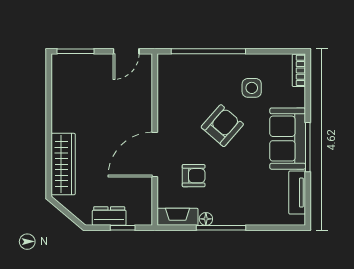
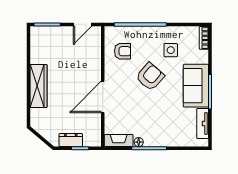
wardrobe: (63, 164) -> (38, 86), moved
armchair: (194, 176) -> (123, 51), moved

